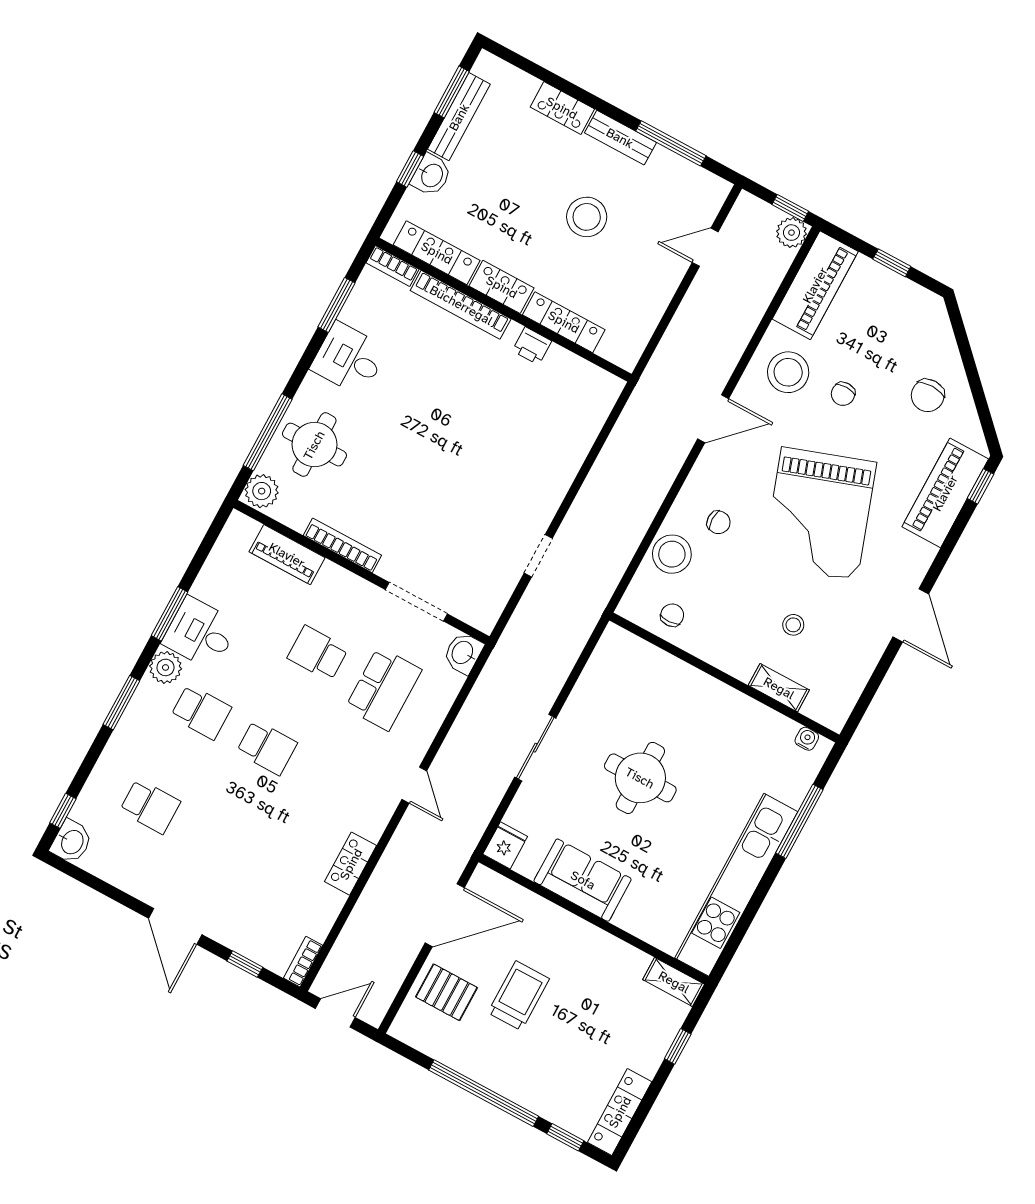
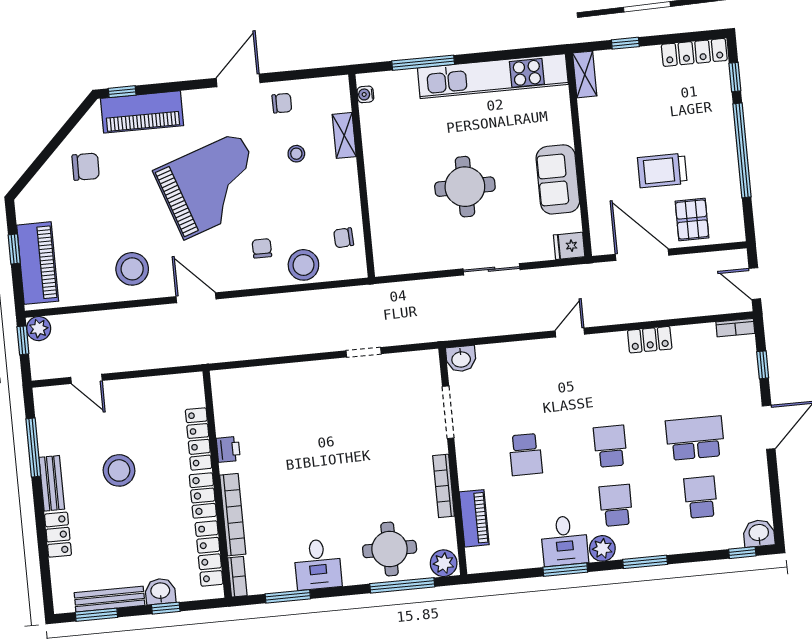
piano: (815, 285) -> (38, 263), moved, turned 90
chair: (843, 394) -> (282, 103), moved
school desk: (383, 689) -> (695, 438), moved

